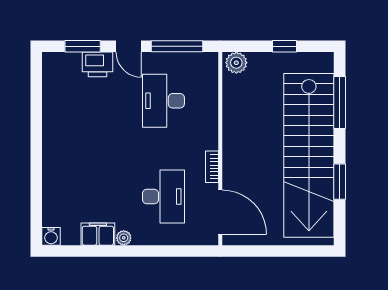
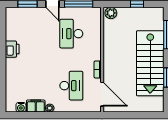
printer: (97, 64) -> (12, 49), moved, turned -90
stairs: (309, 155) -> (150, 63), width x0.73
water cooler: (51, 236) -> (21, 107), moved

